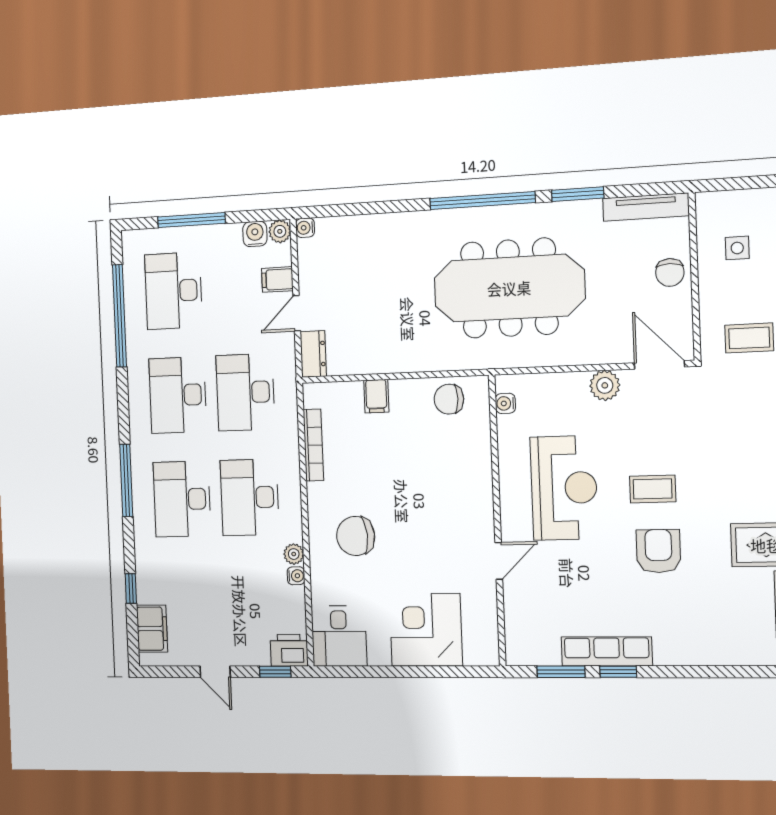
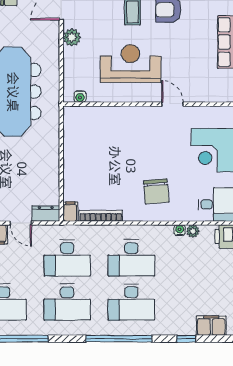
filing cabinet: (376, 396) -> (70, 212), moved, turned -90
chair: (449, 399) -> (76, 131), removed
window: (126, 480) -> (119, 339), width x1.46
plant: (294, 554) -> (193, 231), moved

